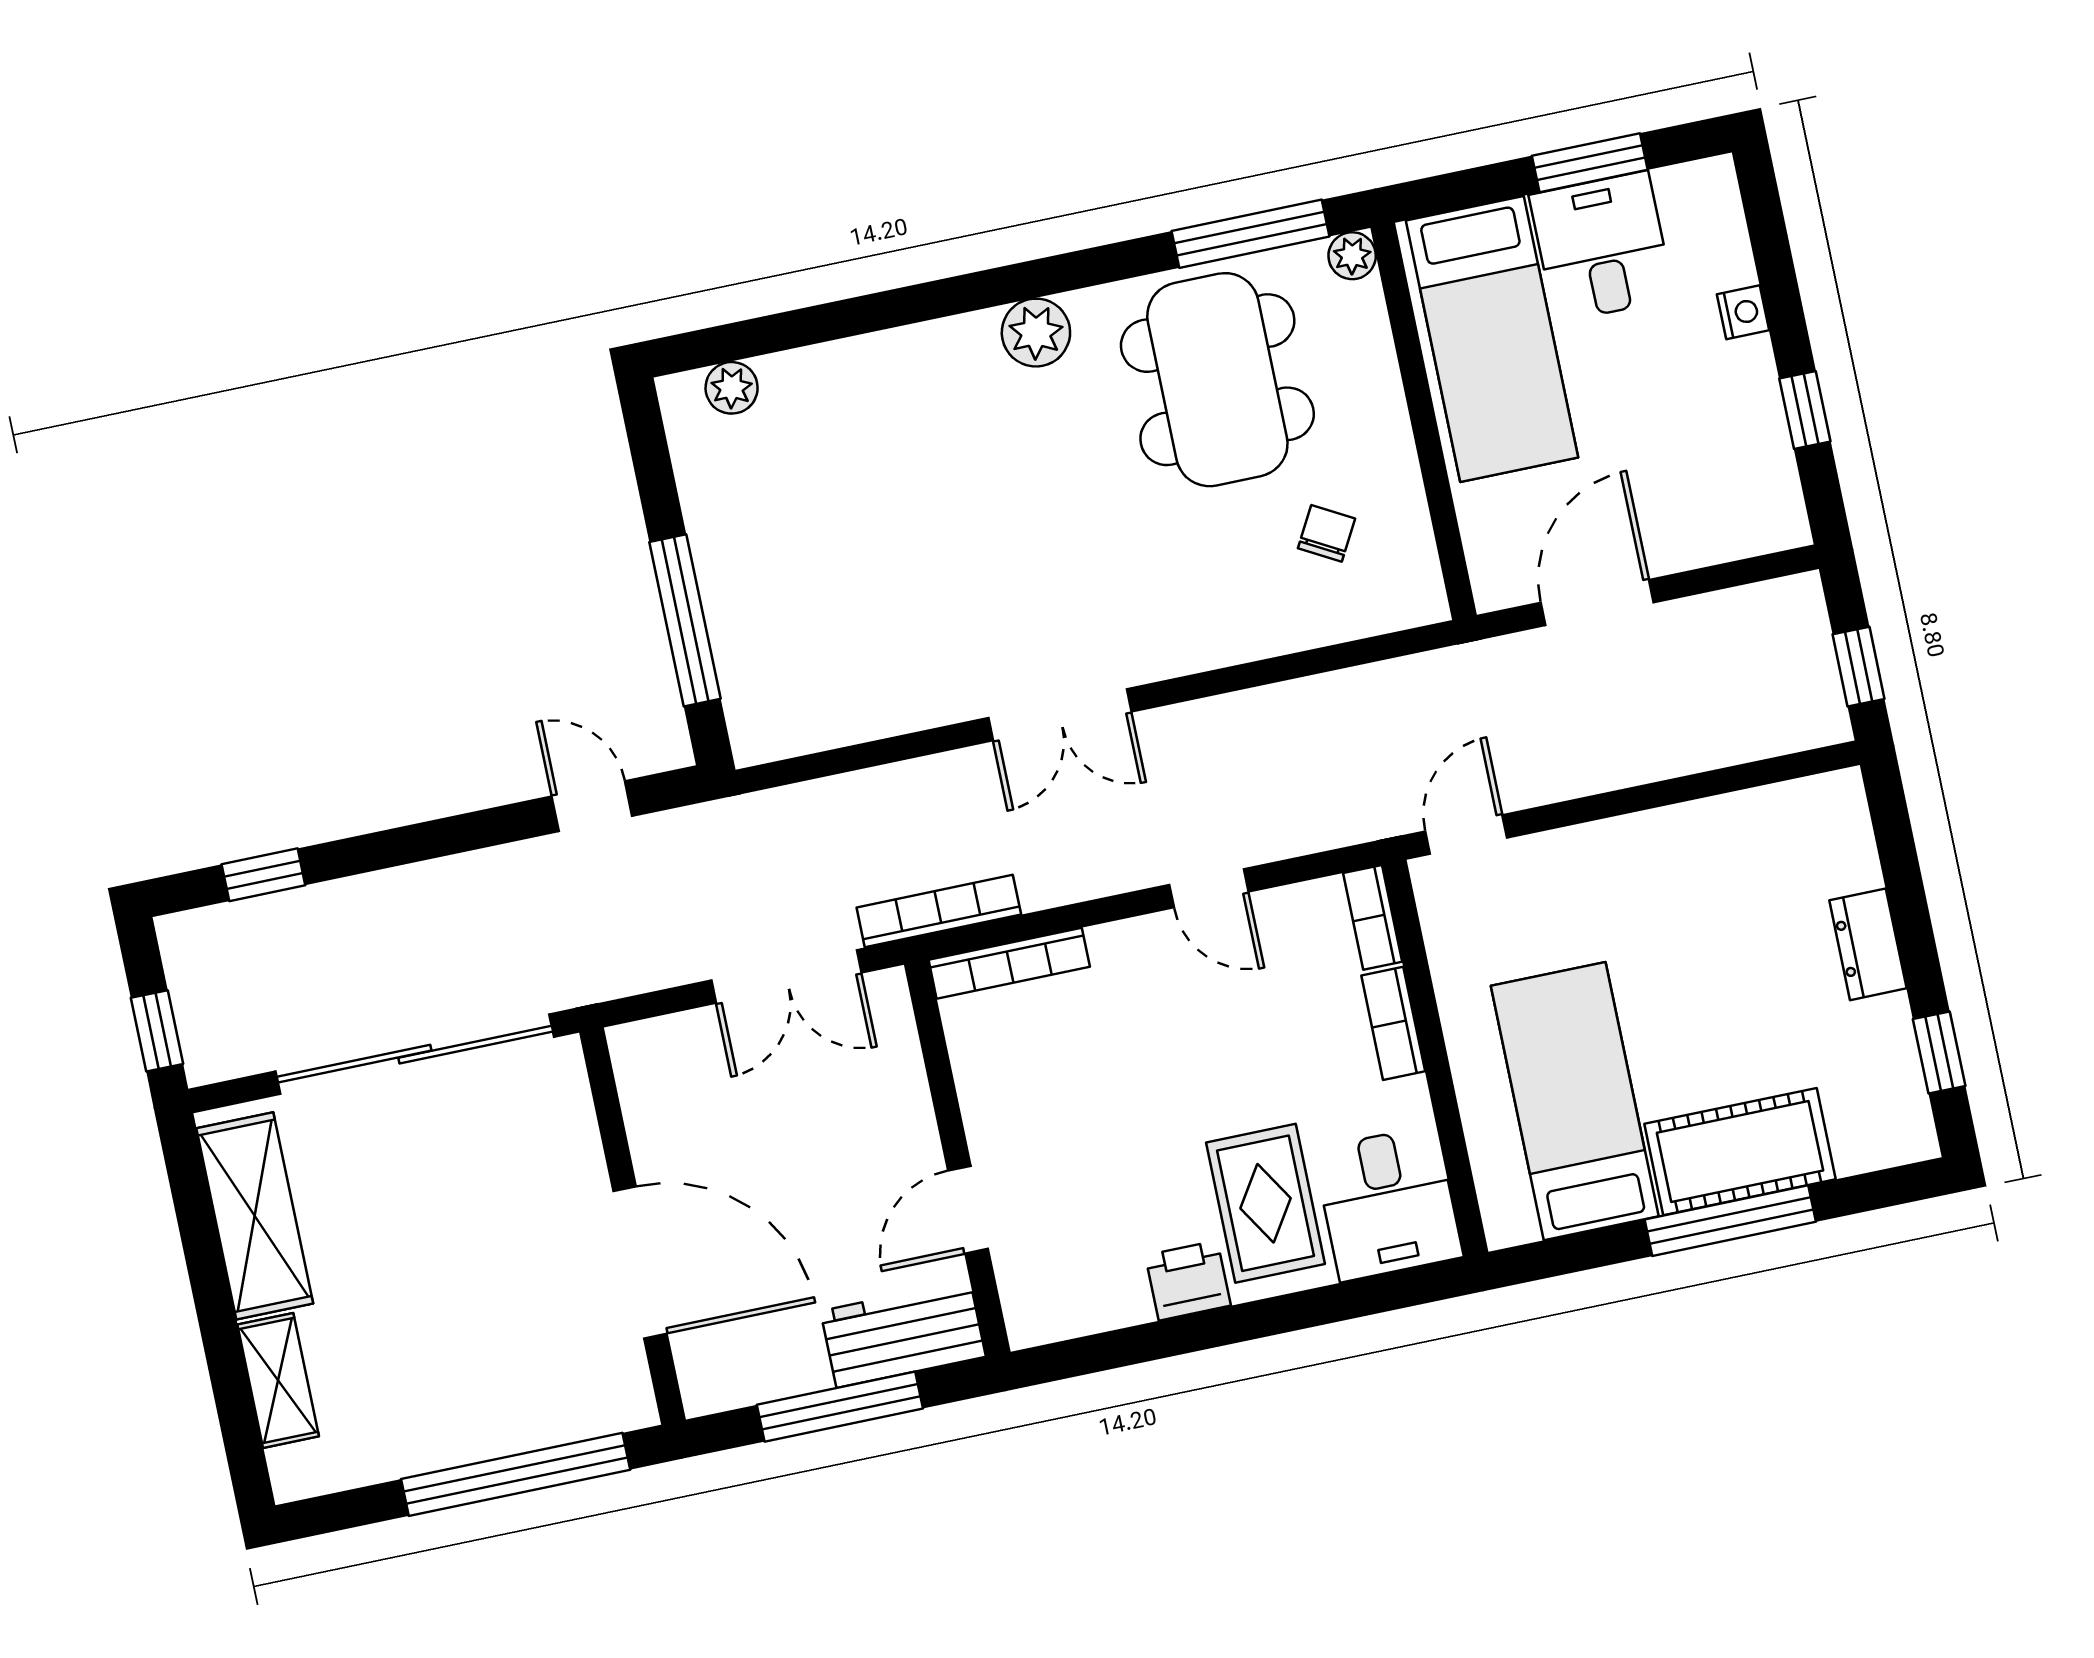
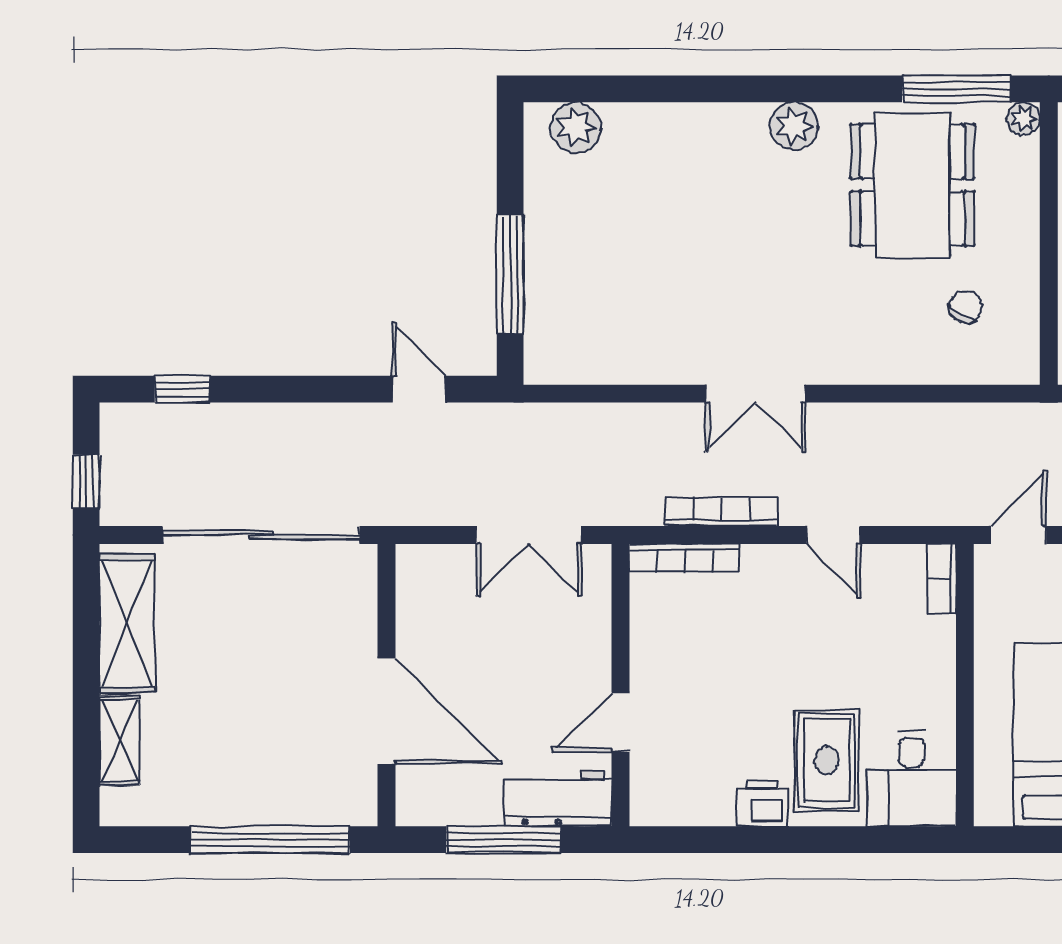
plant: (732, 388) -> (576, 127), width x1.38, depth x1.38
bookcase: (939, 911) -> (722, 512), moved
bookcase: (1393, 1023) -> (941, 655), removed

